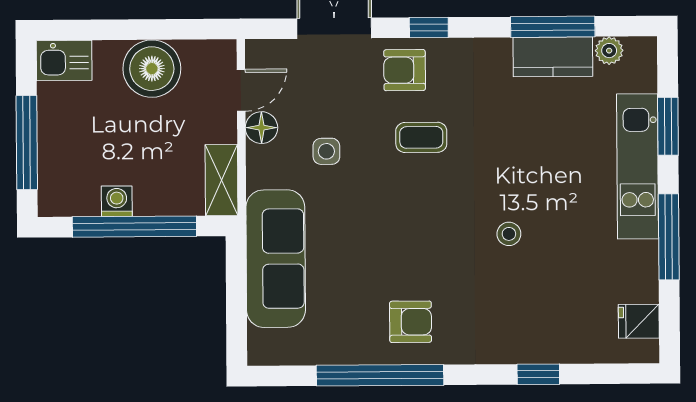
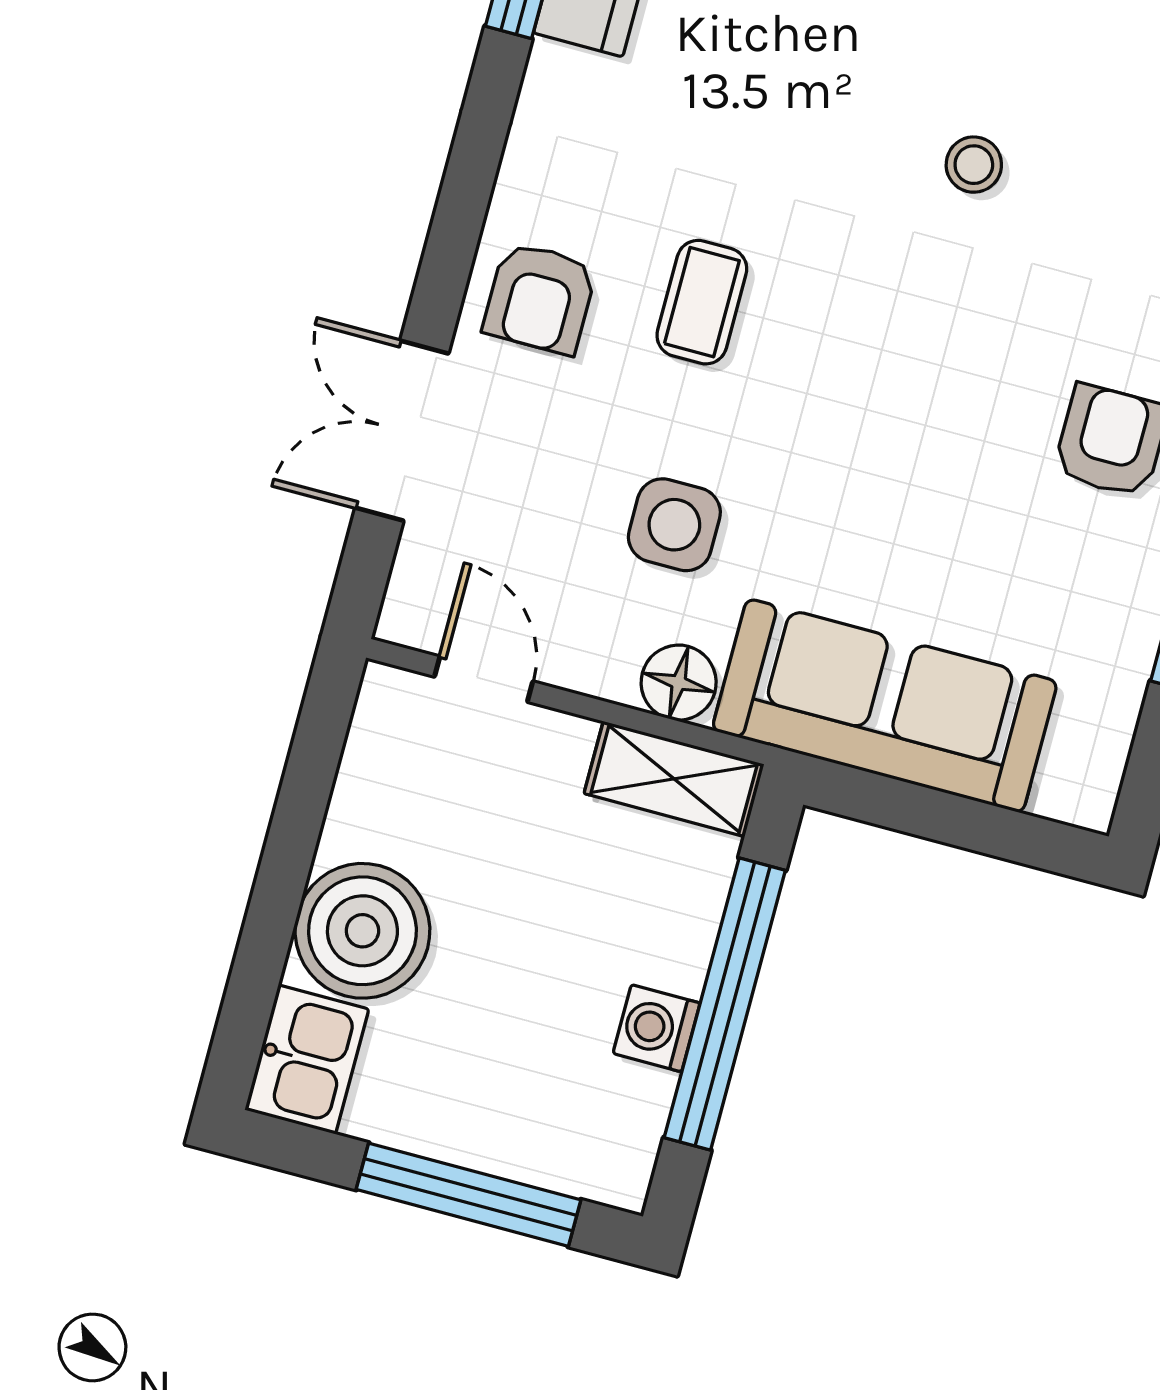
window: (429, 28) -> (459, 217), removed
boiler: (152, 69) -> (362, 931), moved
floor lamp: (261, 128) -> (679, 683), moved
side table: (326, 151) -> (674, 525), width x1.37, depth x1.37

